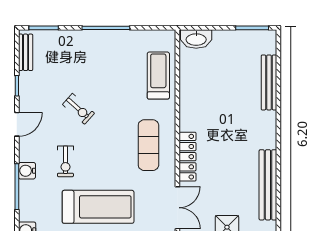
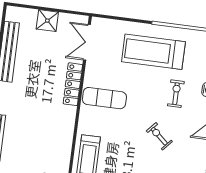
exercise mat: (148, 145) -> (104, 98), turned 90

